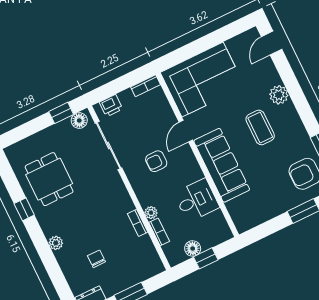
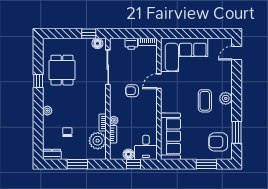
plant: (279, 95) -> (226, 98), moved
printer: (111, 106) -> (131, 44), moved
sofa: (222, 165) -> (170, 136), moved
desk: (197, 200) -> (146, 147), moved, turned 90
plant: (142, 250) -> (98, 141), added

